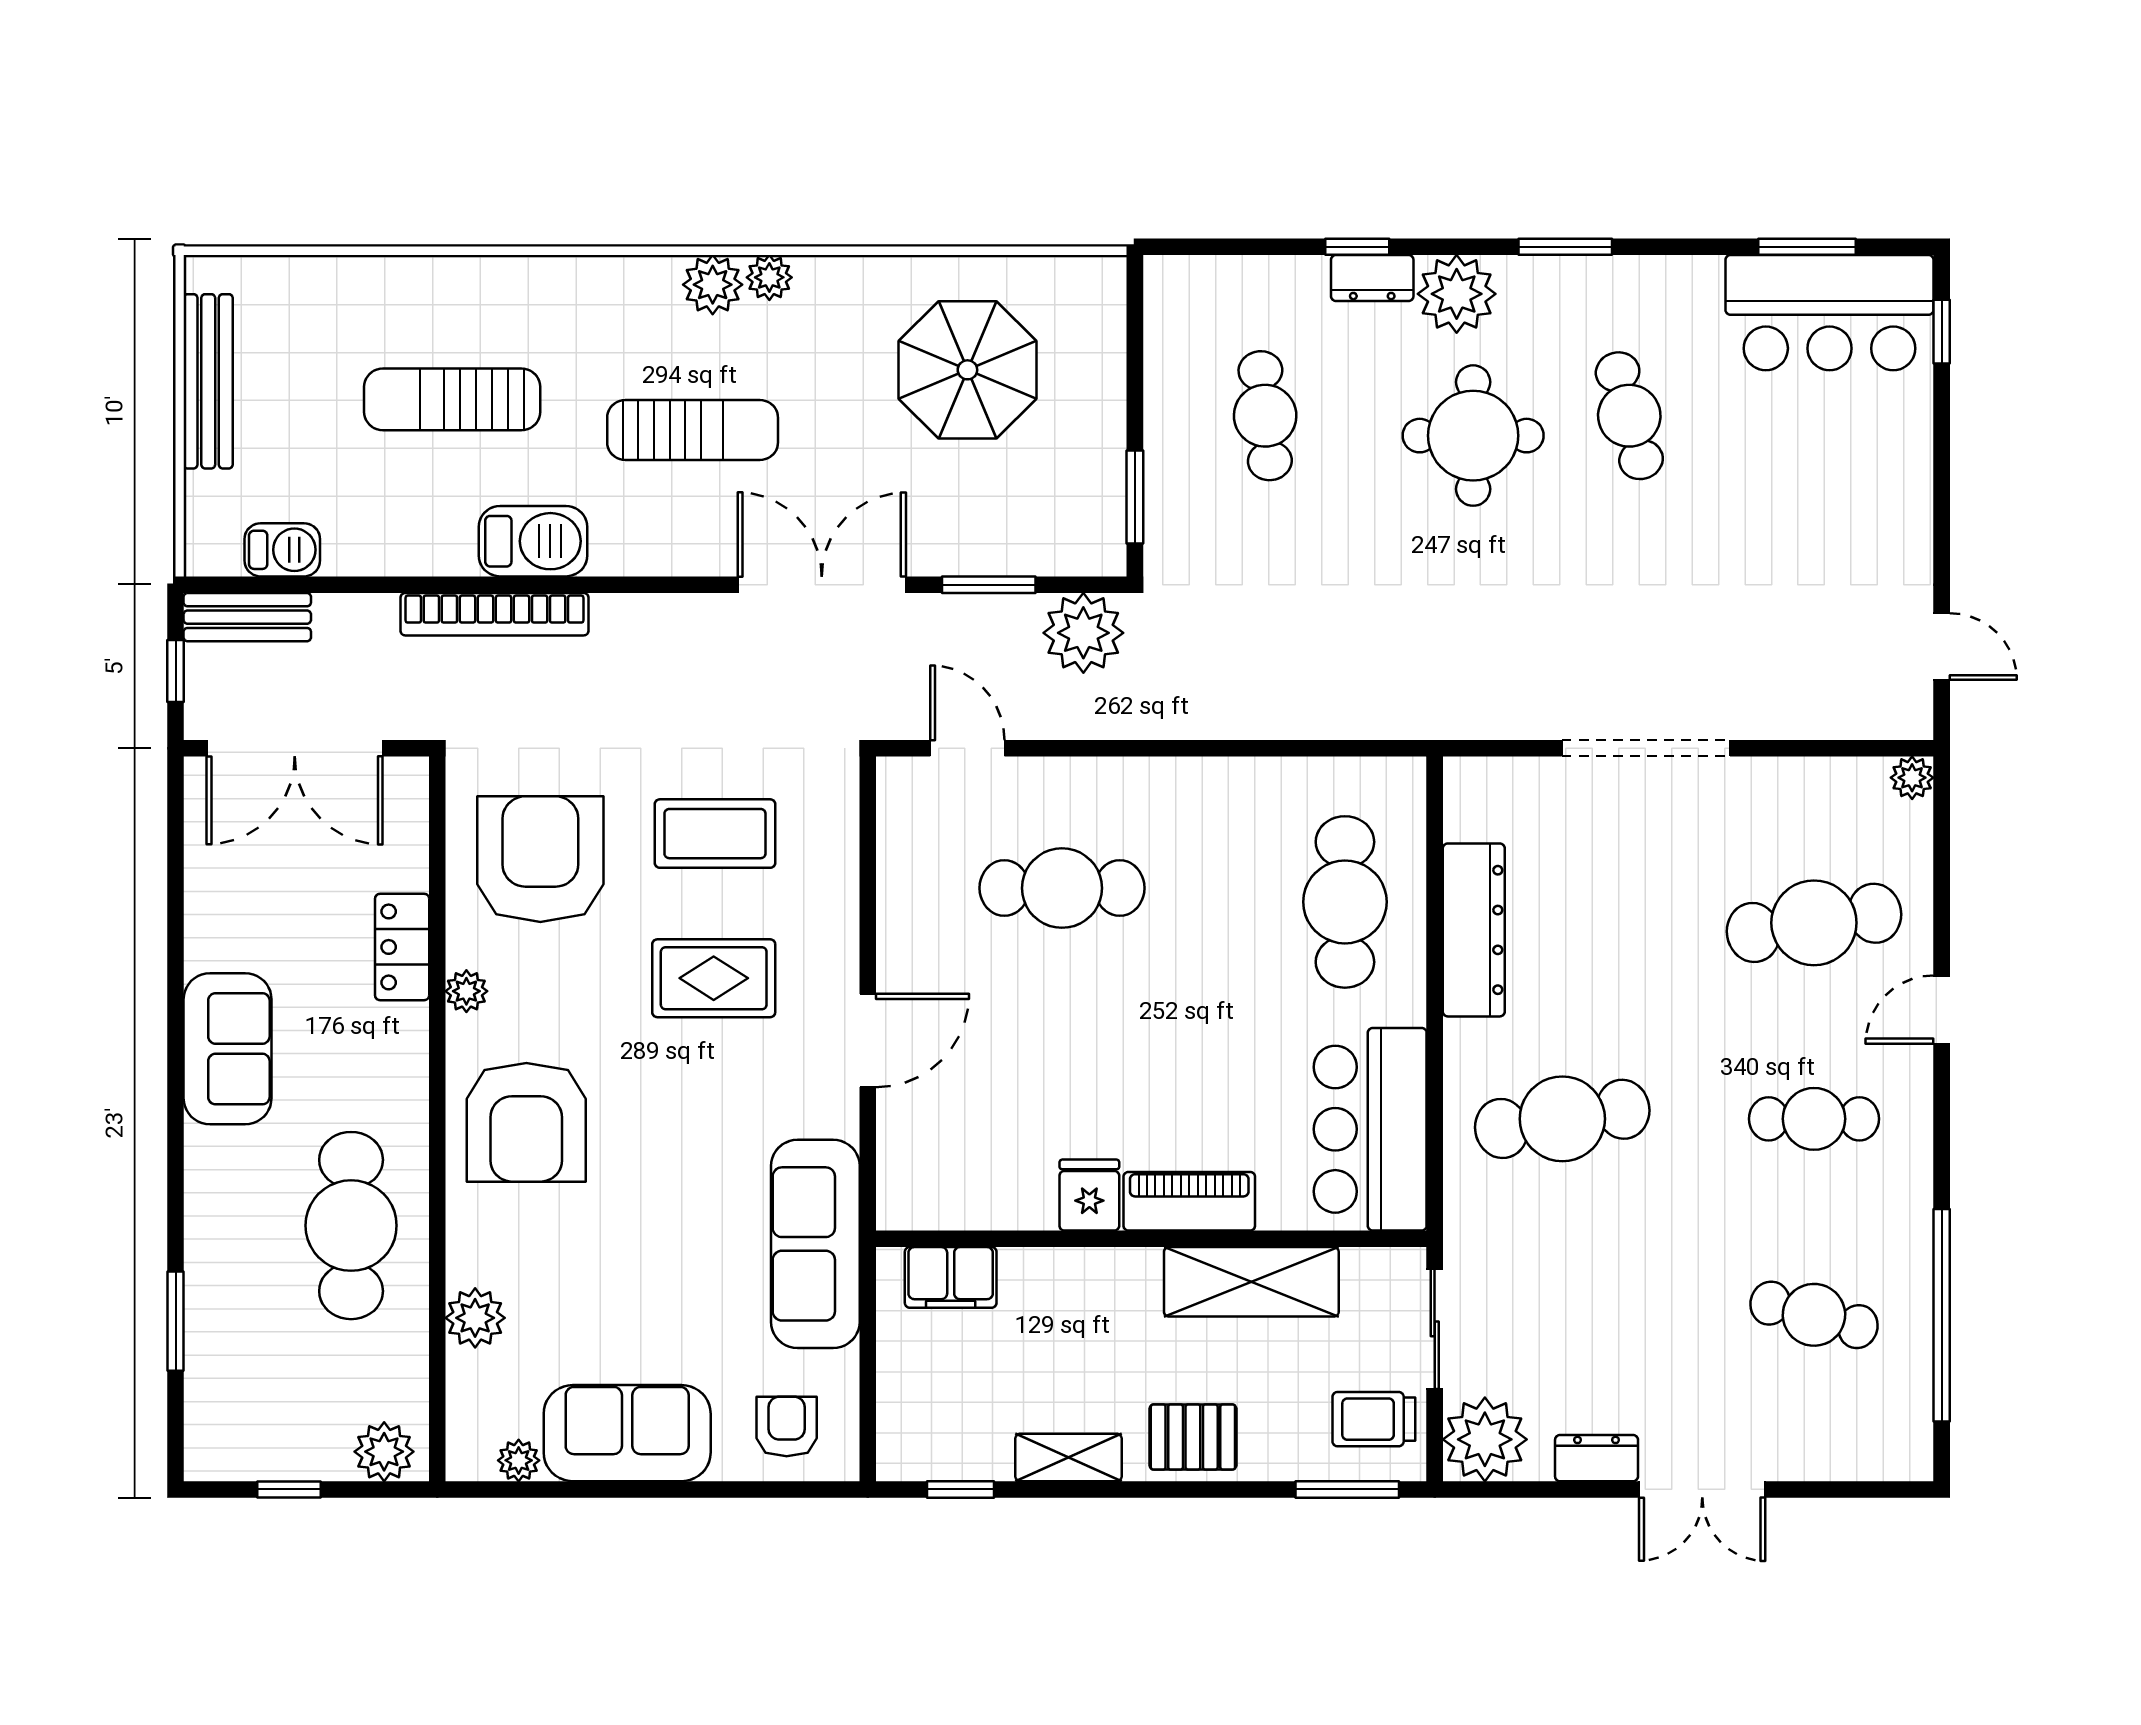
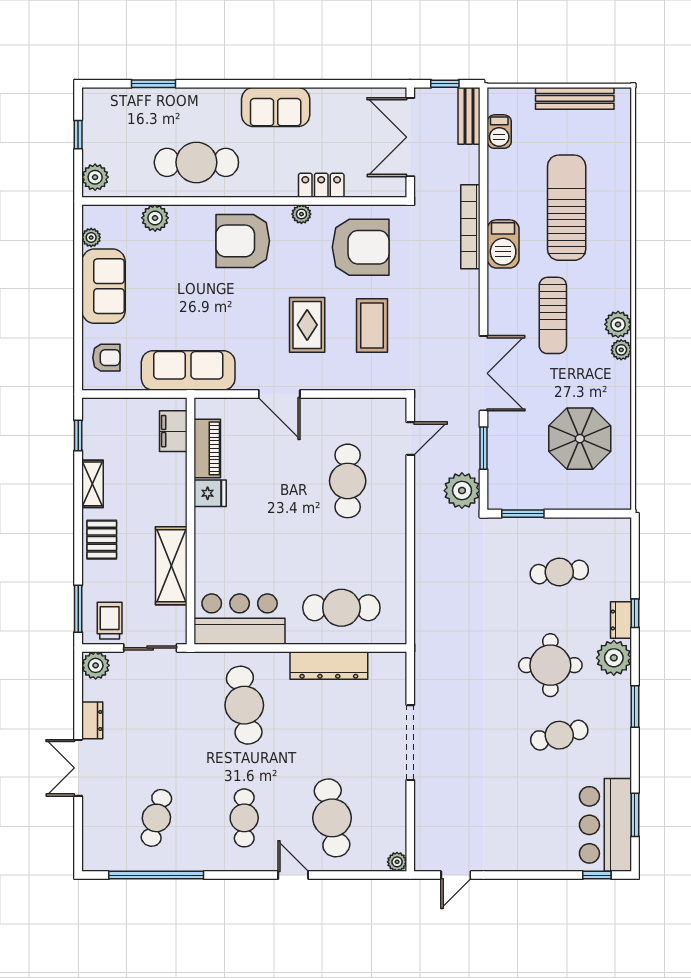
sun lounger: (452, 399) -> (567, 208), width x1.36, depth x1.34
piano: (1189, 1201) -> (207, 448), moved
plant: (1485, 1439) -> (96, 665), width x0.73, depth x0.73

